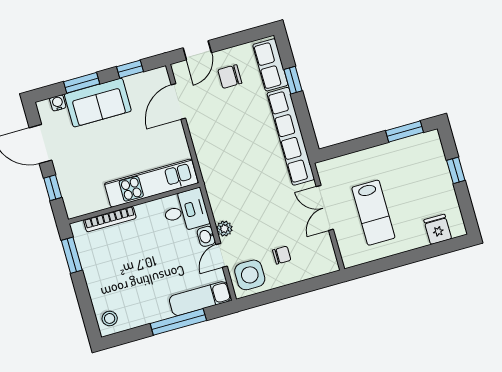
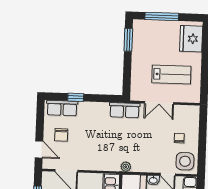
row of seats: (291, 136) -> (125, 110), width x0.50
window: (456, 170) -> (162, 16), width x2.17
plant: (224, 229) -> (126, 167), moved
fridge: (438, 229) -> (191, 39), width x1.88, depth x1.34

